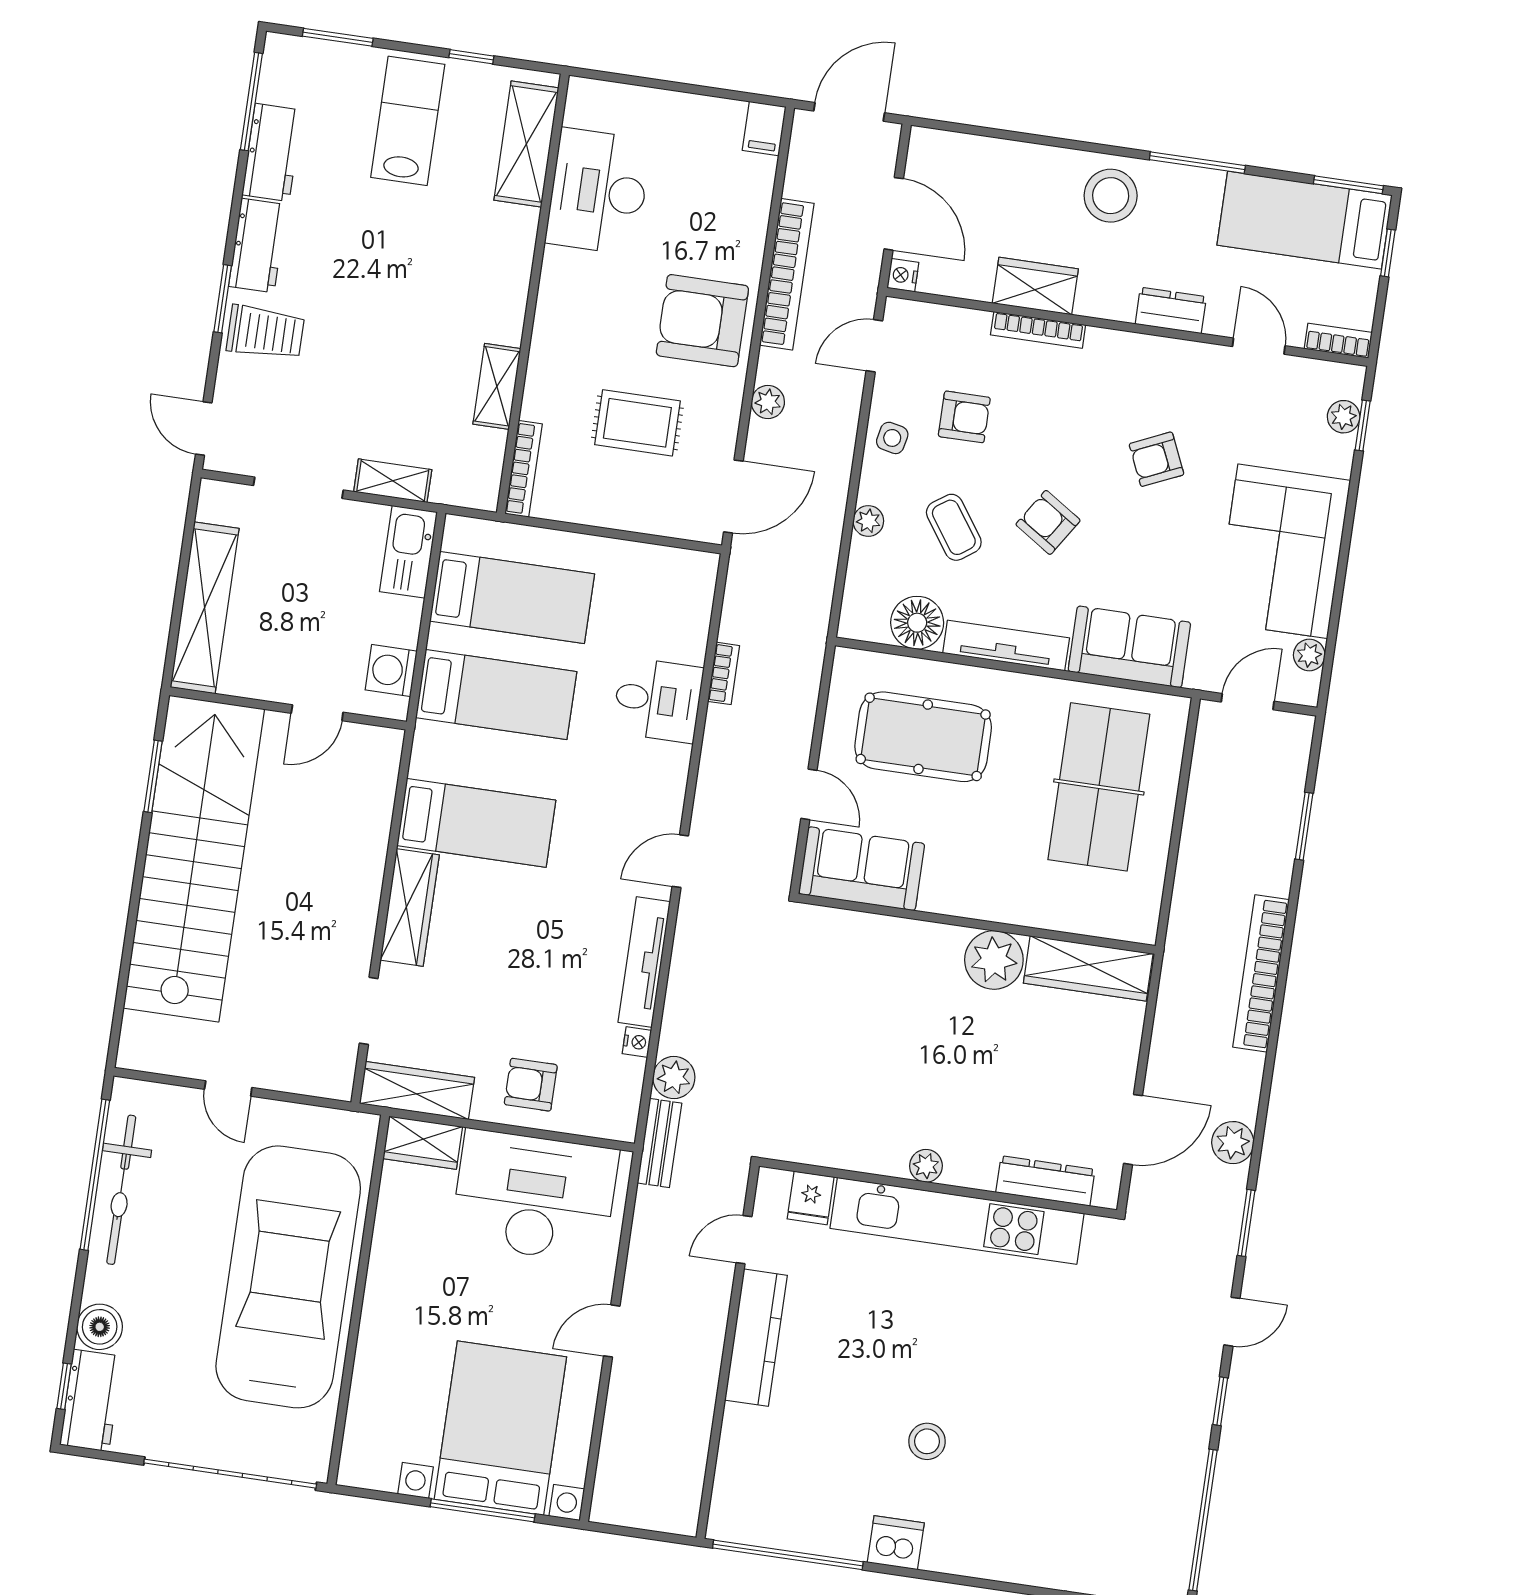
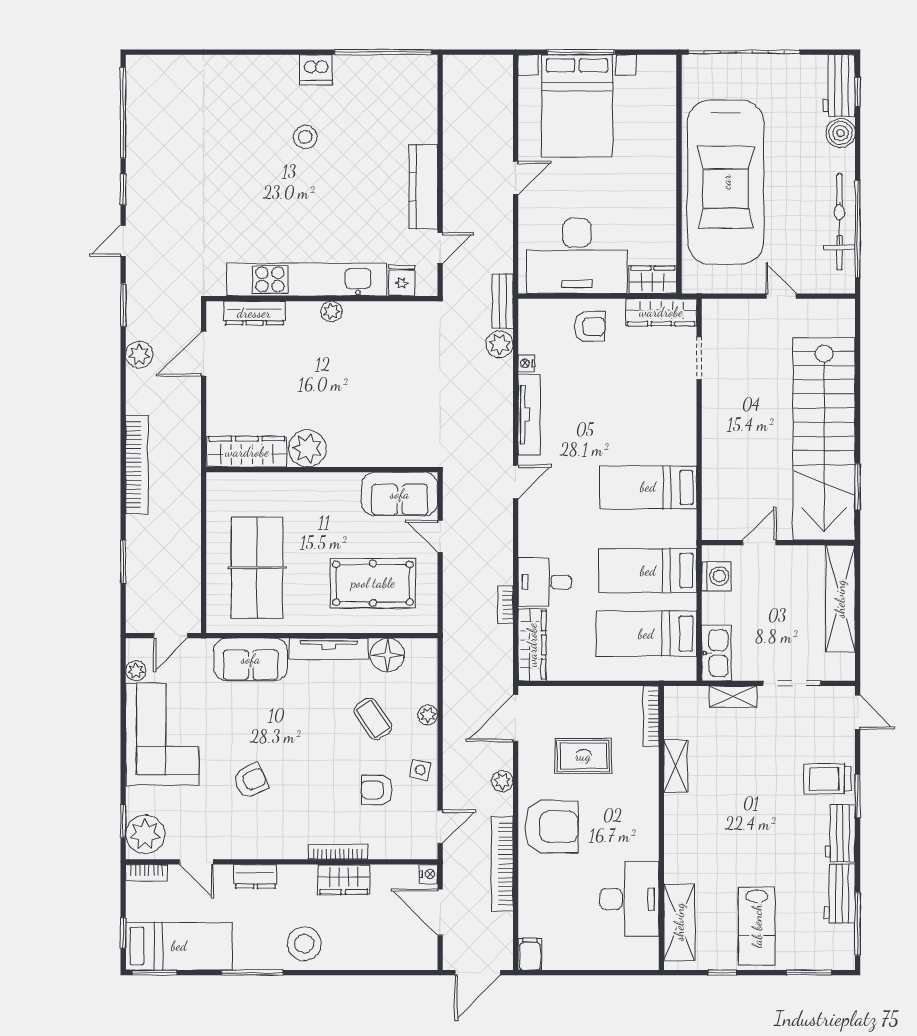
plant: (1344, 417) -> (145, 834), width x1.87, depth x1.87
armchair: (1048, 522) -> (314, 731), removed
wardrobe: (410, 908) -> (532, 645), moved, turned 180

